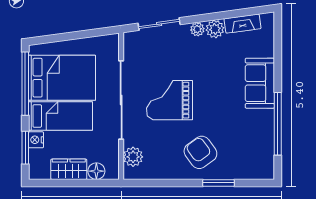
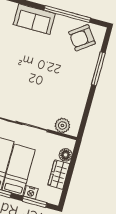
grand piano: (169, 100) -> (29, 88), removed
armchair: (200, 152) -> (82, 38), moved
window: (219, 183) -> (98, 69), width x1.44

